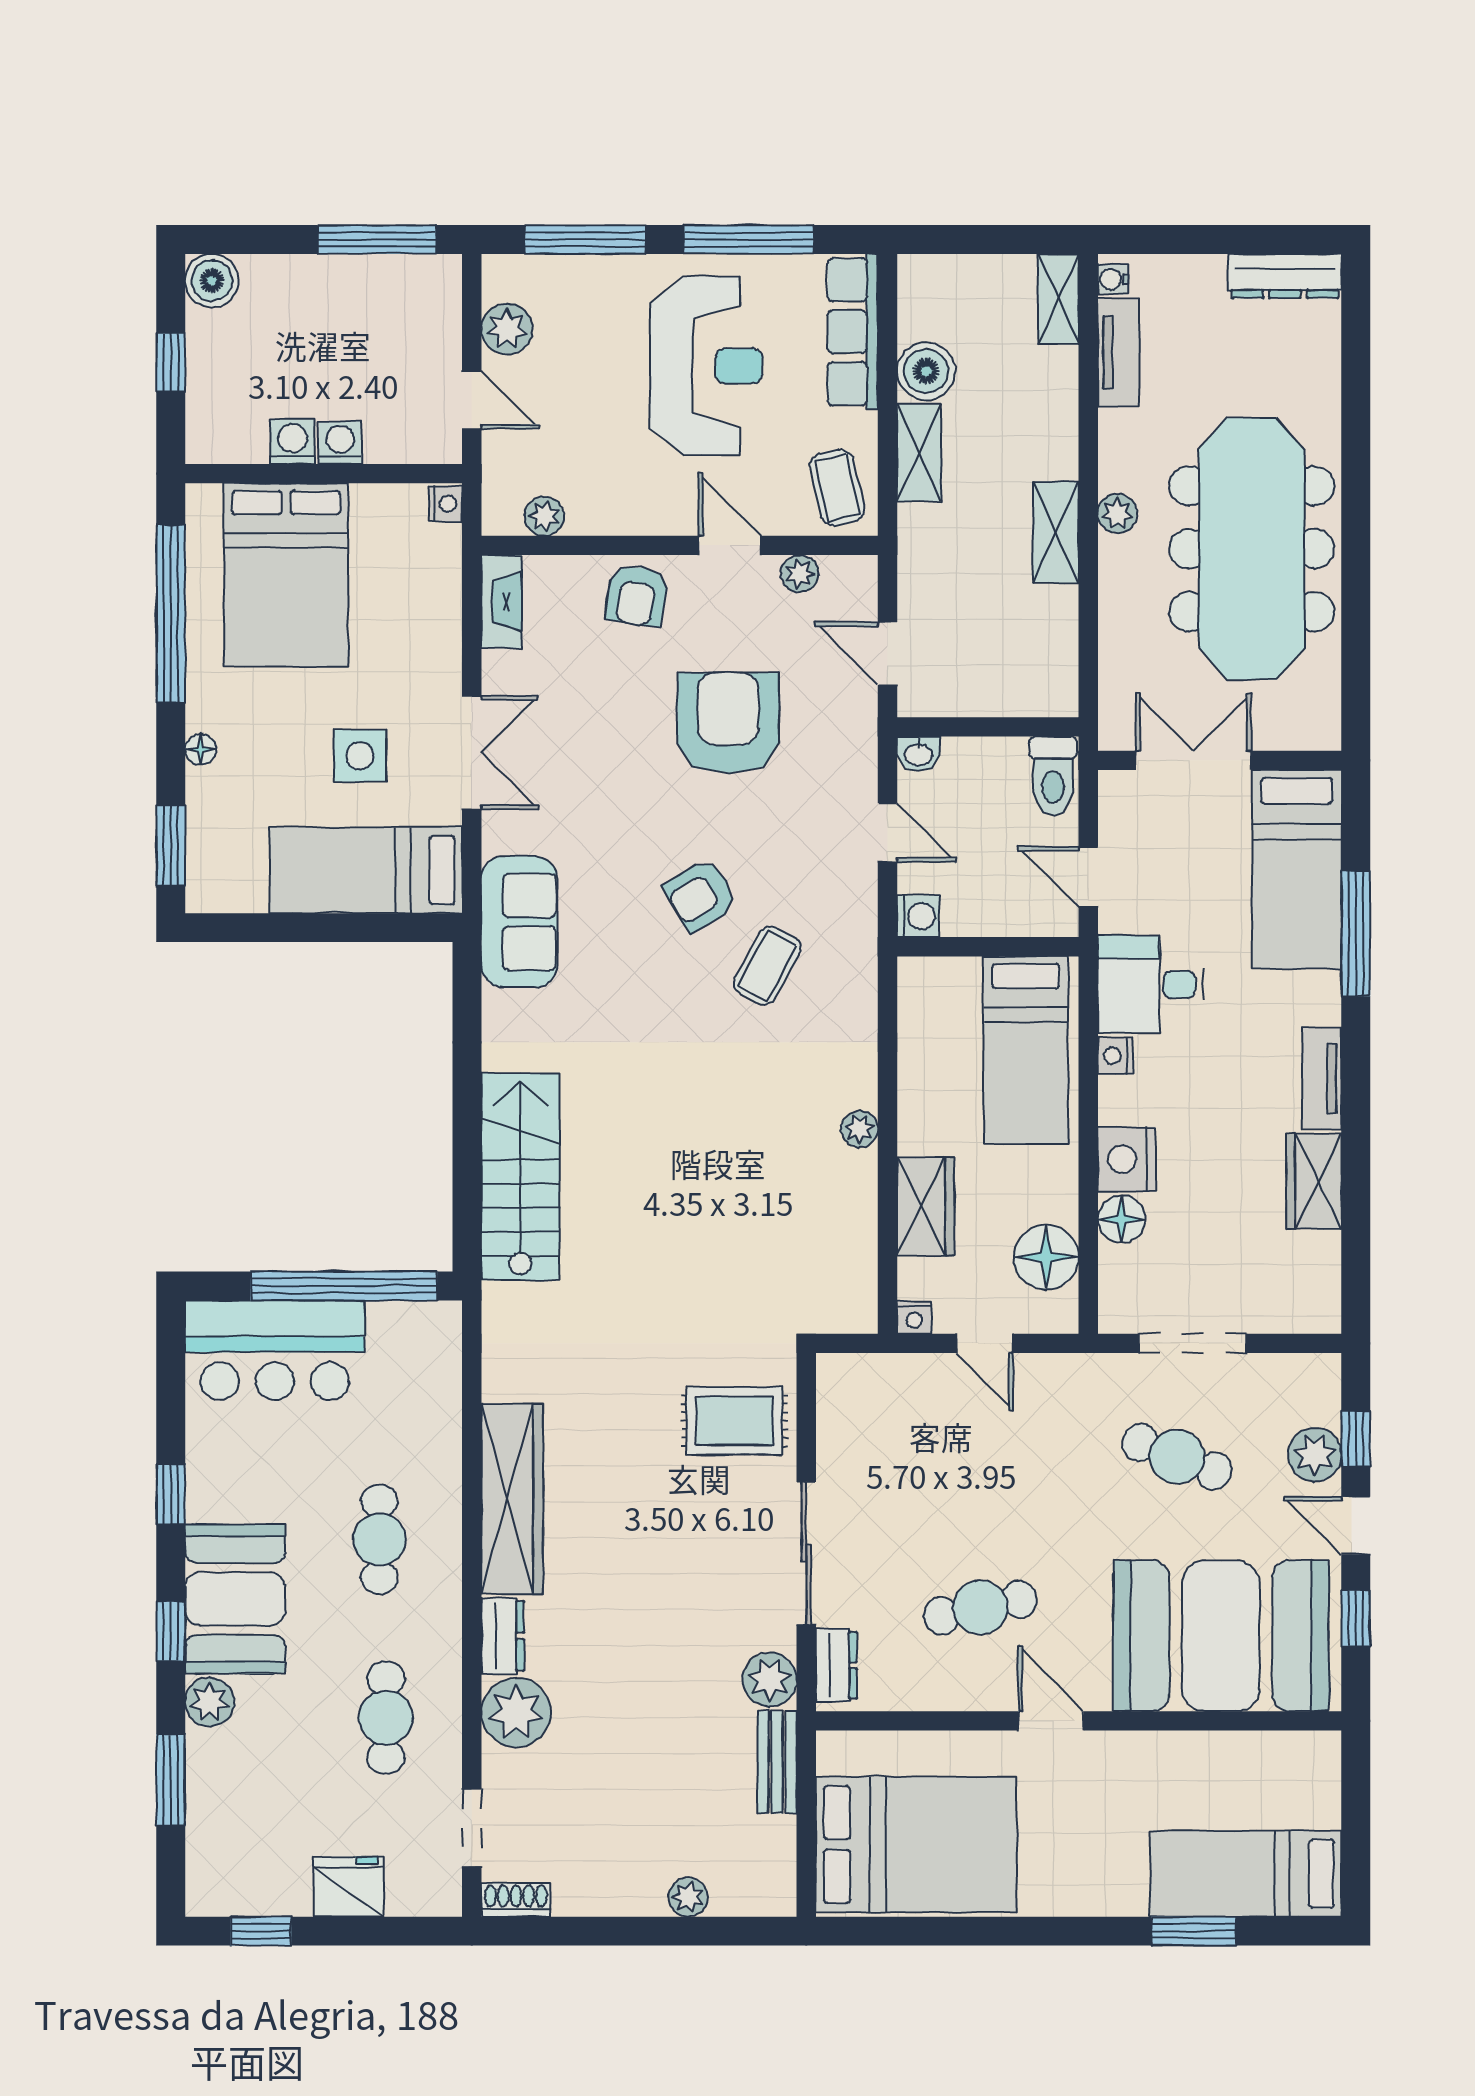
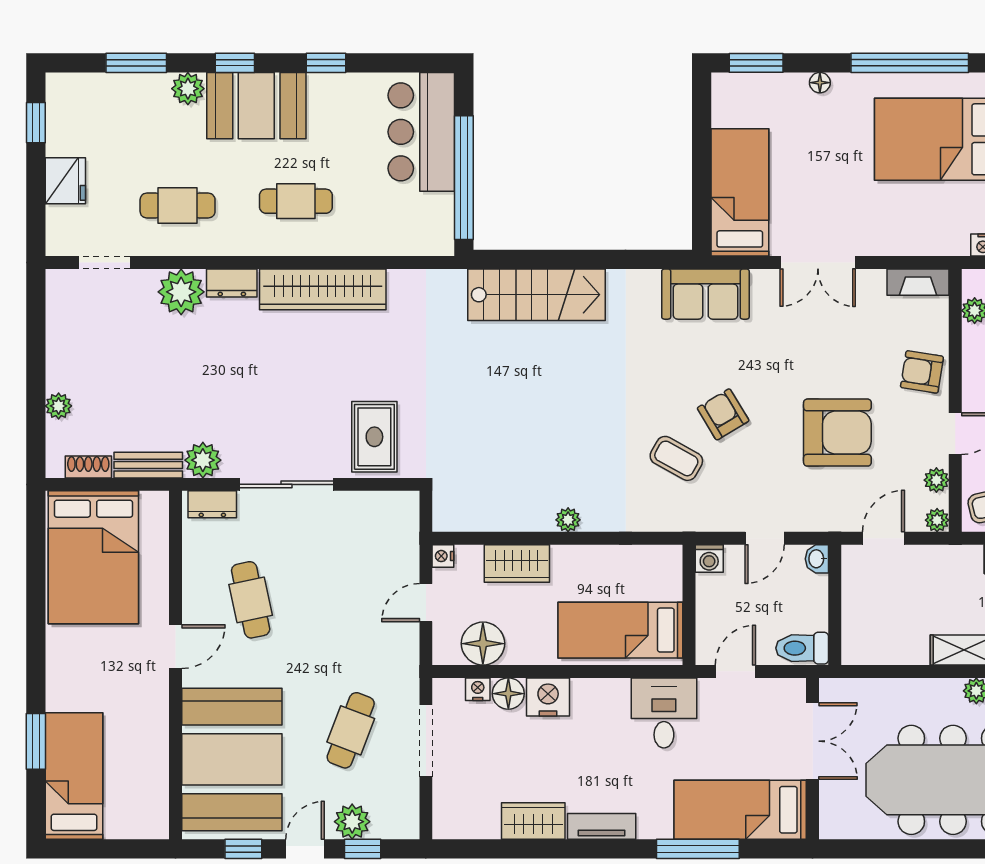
plant: (860, 573) -> (937, 520), added
side table: (360, 756) -> (816, 188), removed
nightstand: (1115, 1056) -> (478, 689), moved
shoe rack: (516, 1900) -> (88, 467), moved, turned -90

